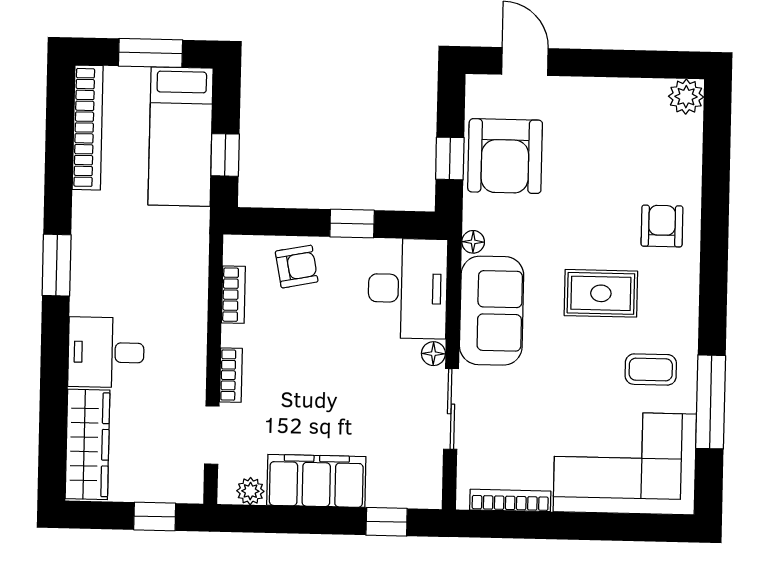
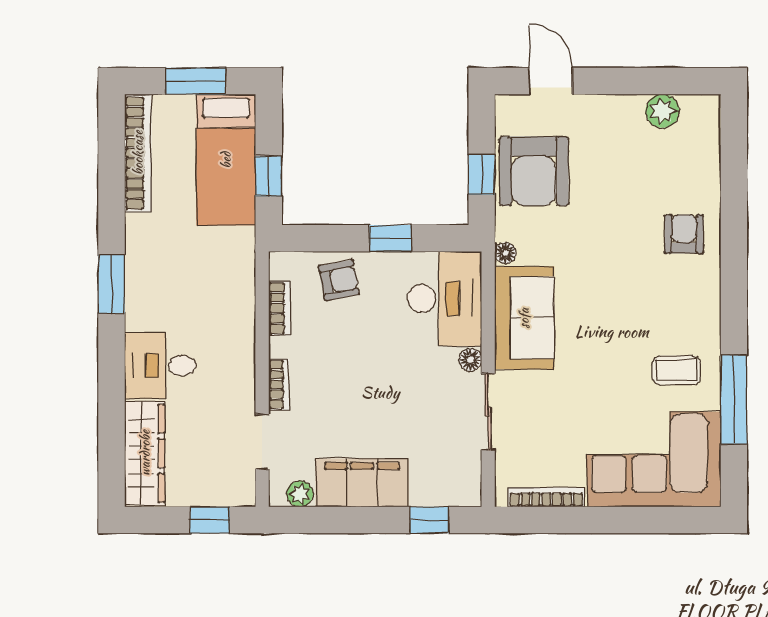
plant: (686, 97) -> (662, 111), moved
rug: (601, 293) -> (628, 299), removed

